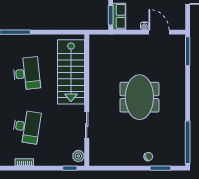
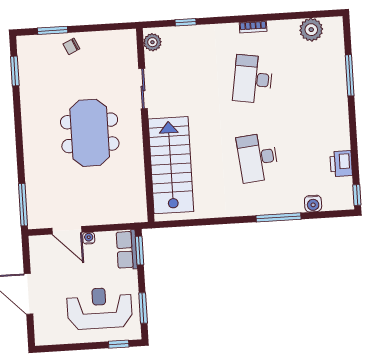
stairs: (71, 72) -> (171, 165), moved
wall: (87, 100) -> (145, 125), moved
sliding door: (87, 125) -> (143, 89), moved
window: (188, 142) -> (15, 71), width x0.47
plant: (78, 156) -> (152, 42), moved

